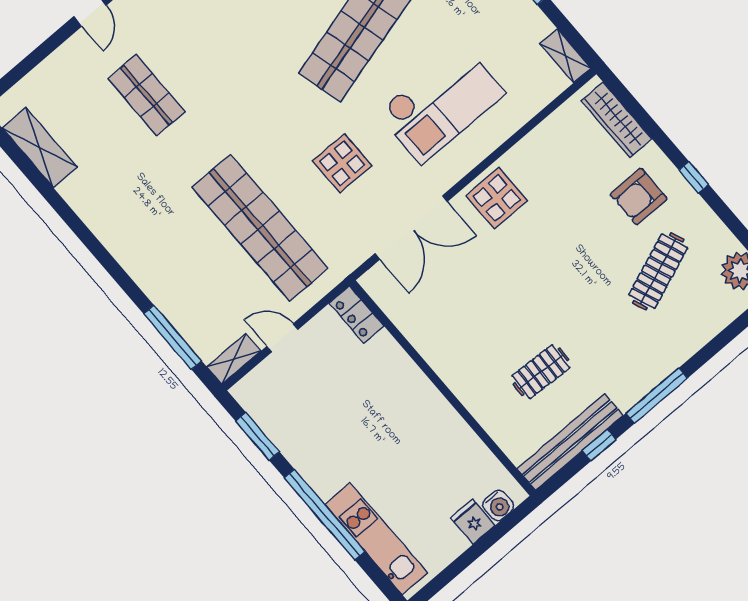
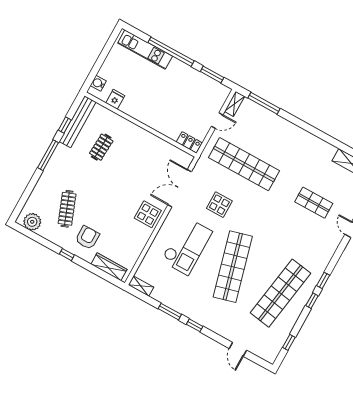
checkout: (441, 103) -> (187, 246), turned 180
fridge: (473, 521) -> (115, 99), moved, turned -90

